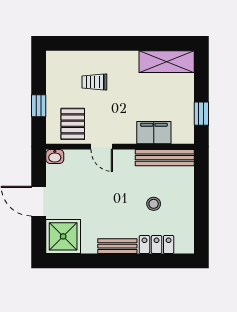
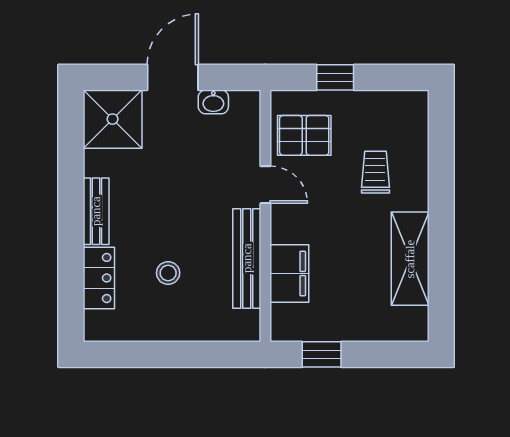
shelving: (167, 62) -> (410, 259), moved
door: (102, 147) -> (265, 185), swing flipped
washbasin: (55, 157) -> (213, 102), moved, turned -90
bench: (165, 158) -> (247, 258), moved

